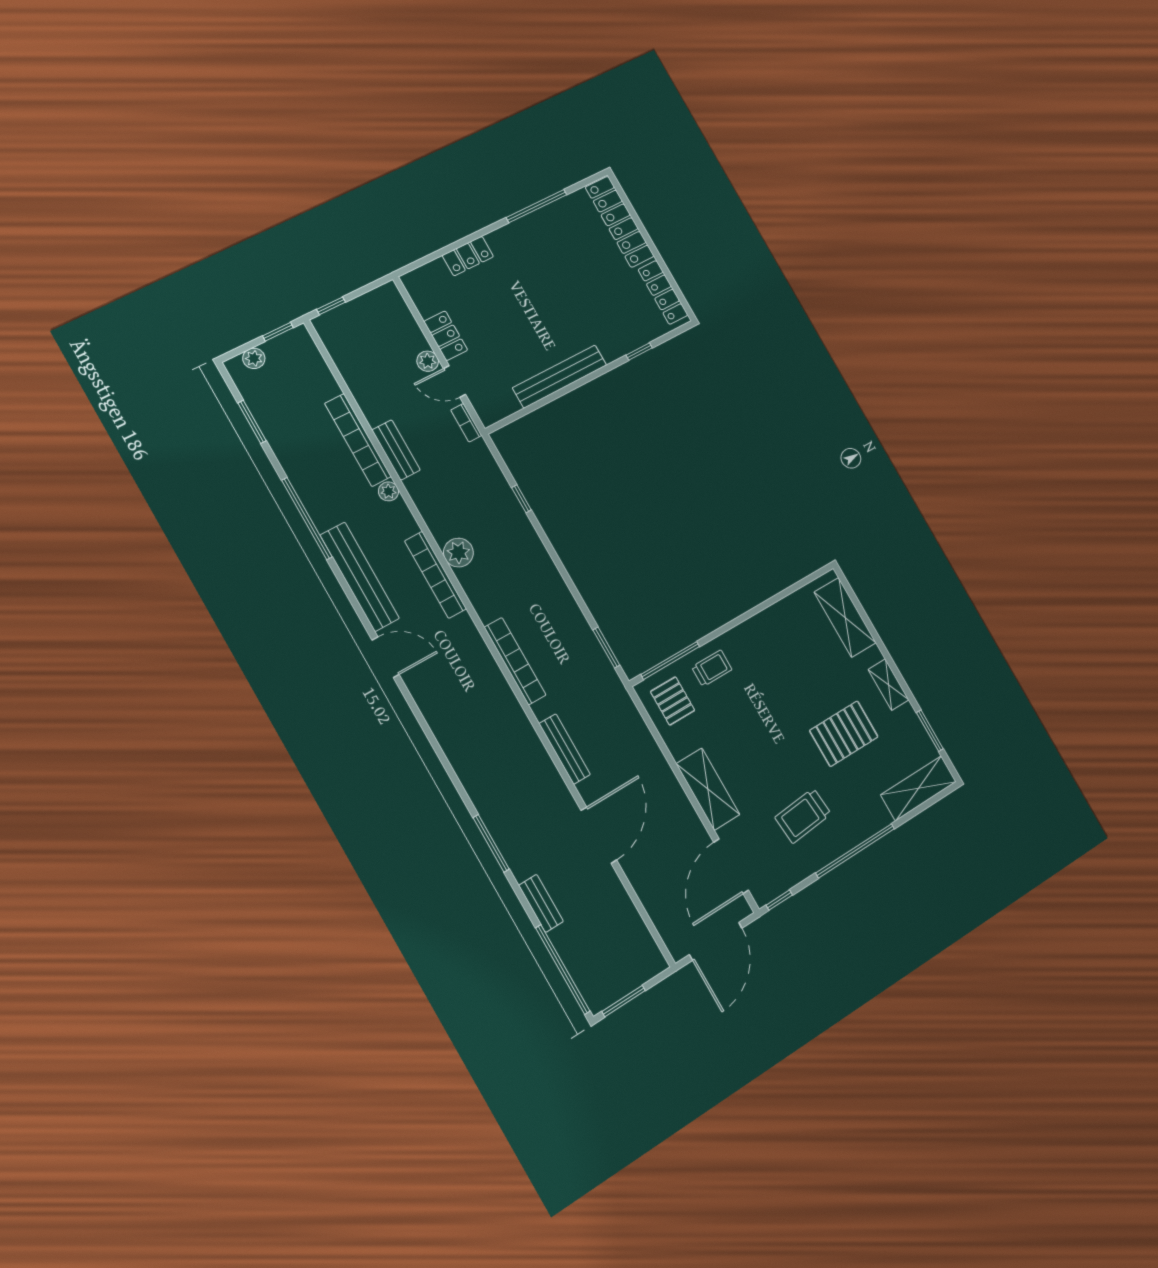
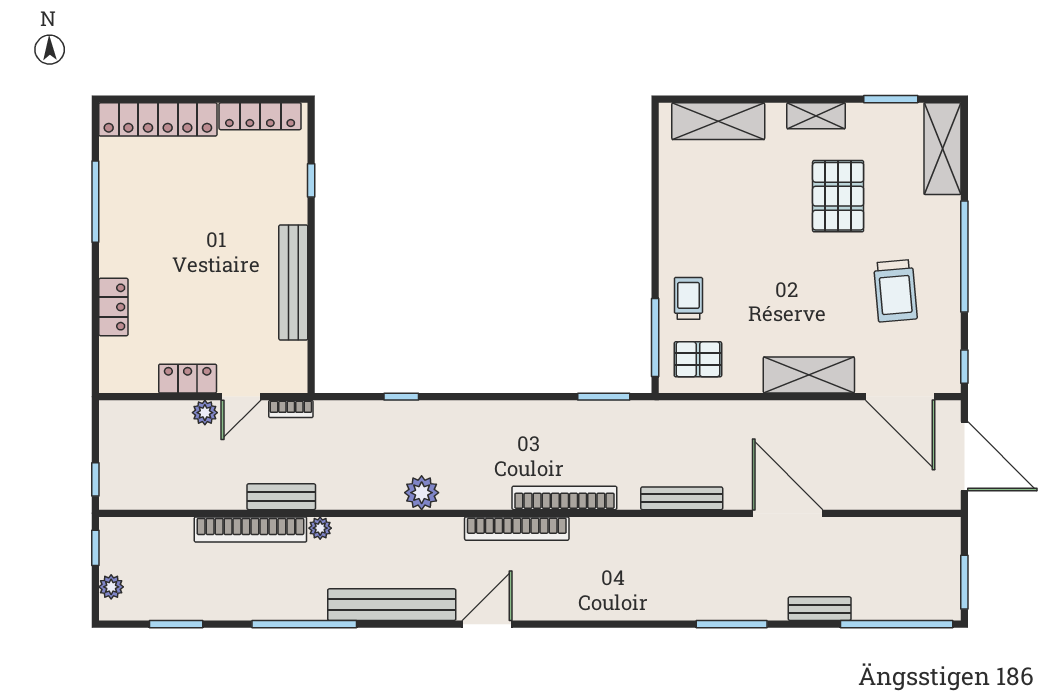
bookcase: (435, 575) -> (517, 529), moved

